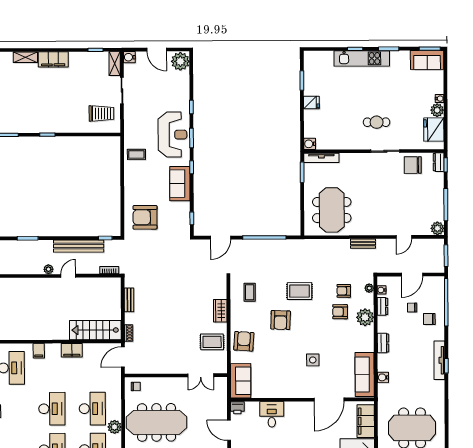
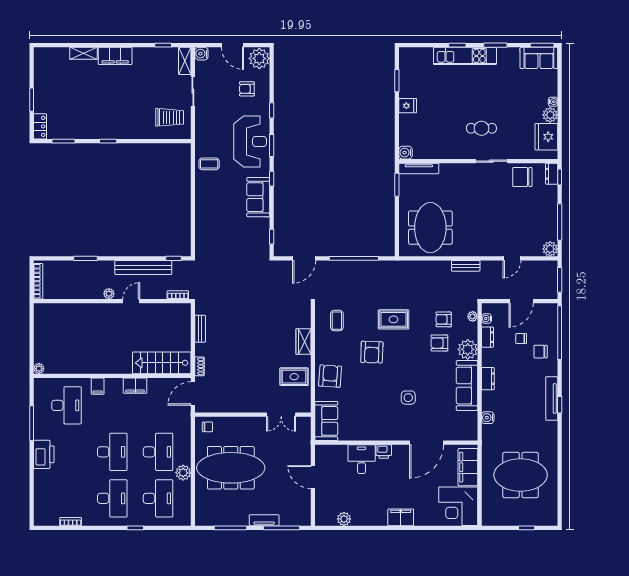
armchair: (145, 217) -> (247, 89), moved, width x0.53, depth x0.53
sofa: (365, 374) -> (467, 386), moved
printer: (237, 408) -> (384, 451), moved

